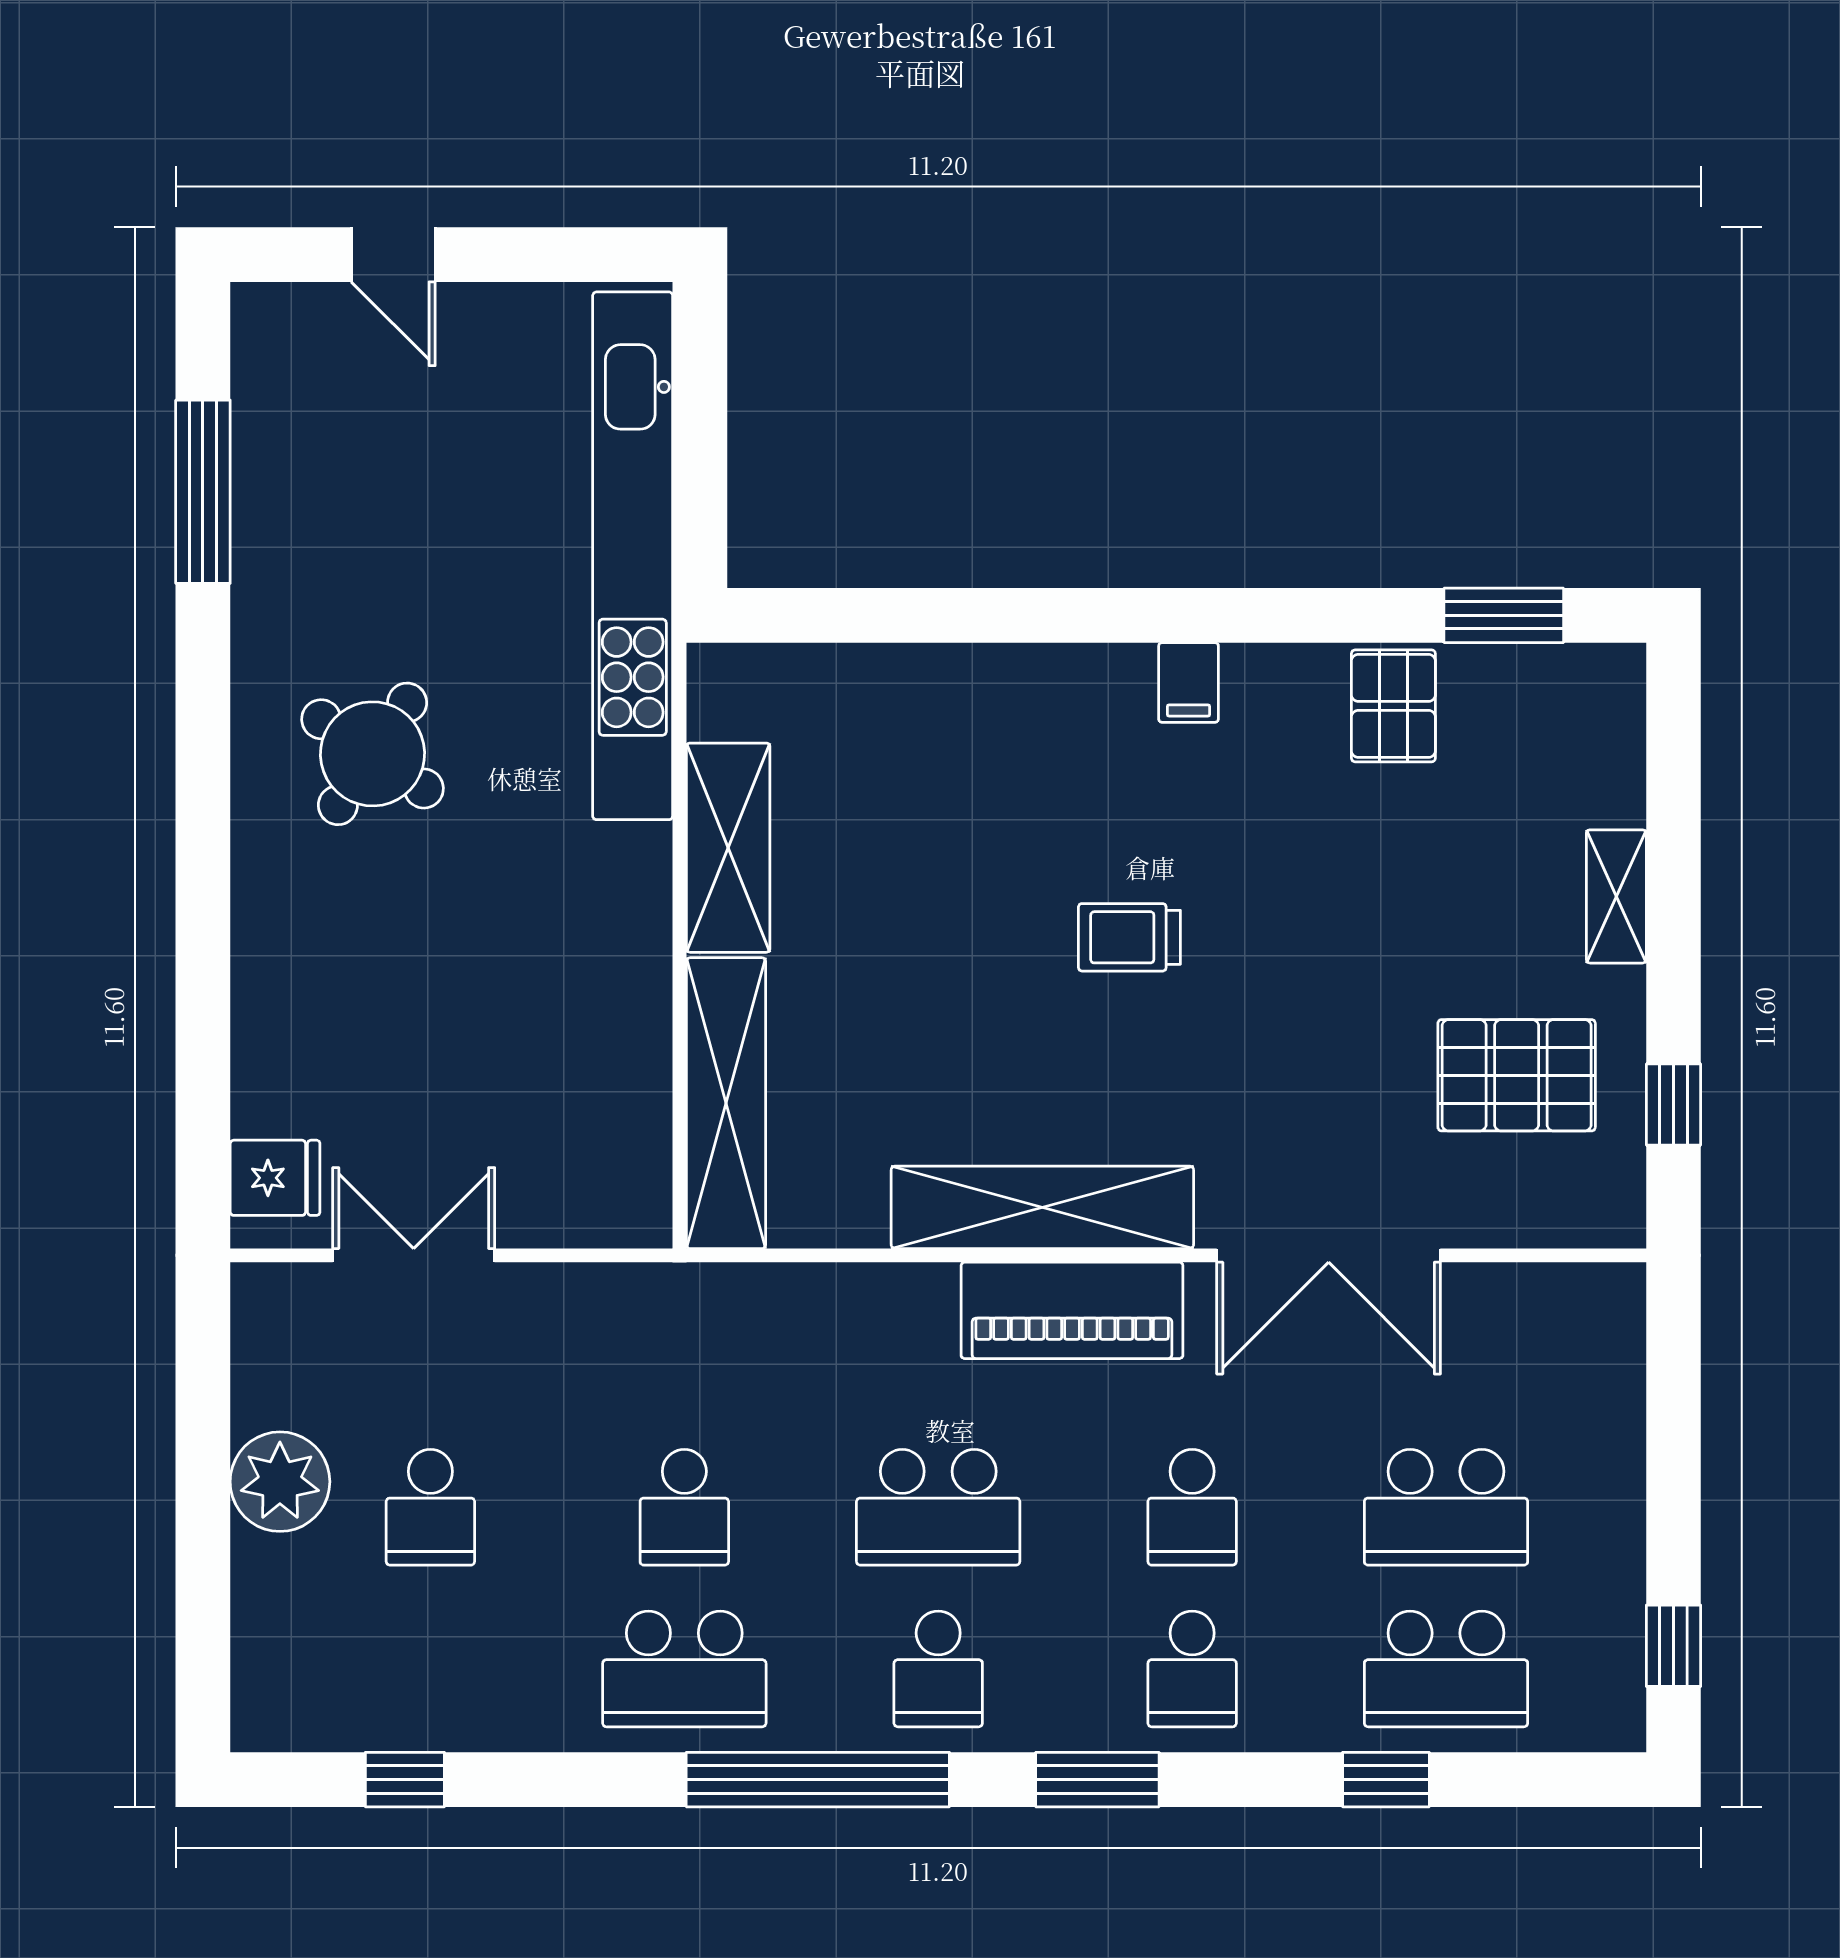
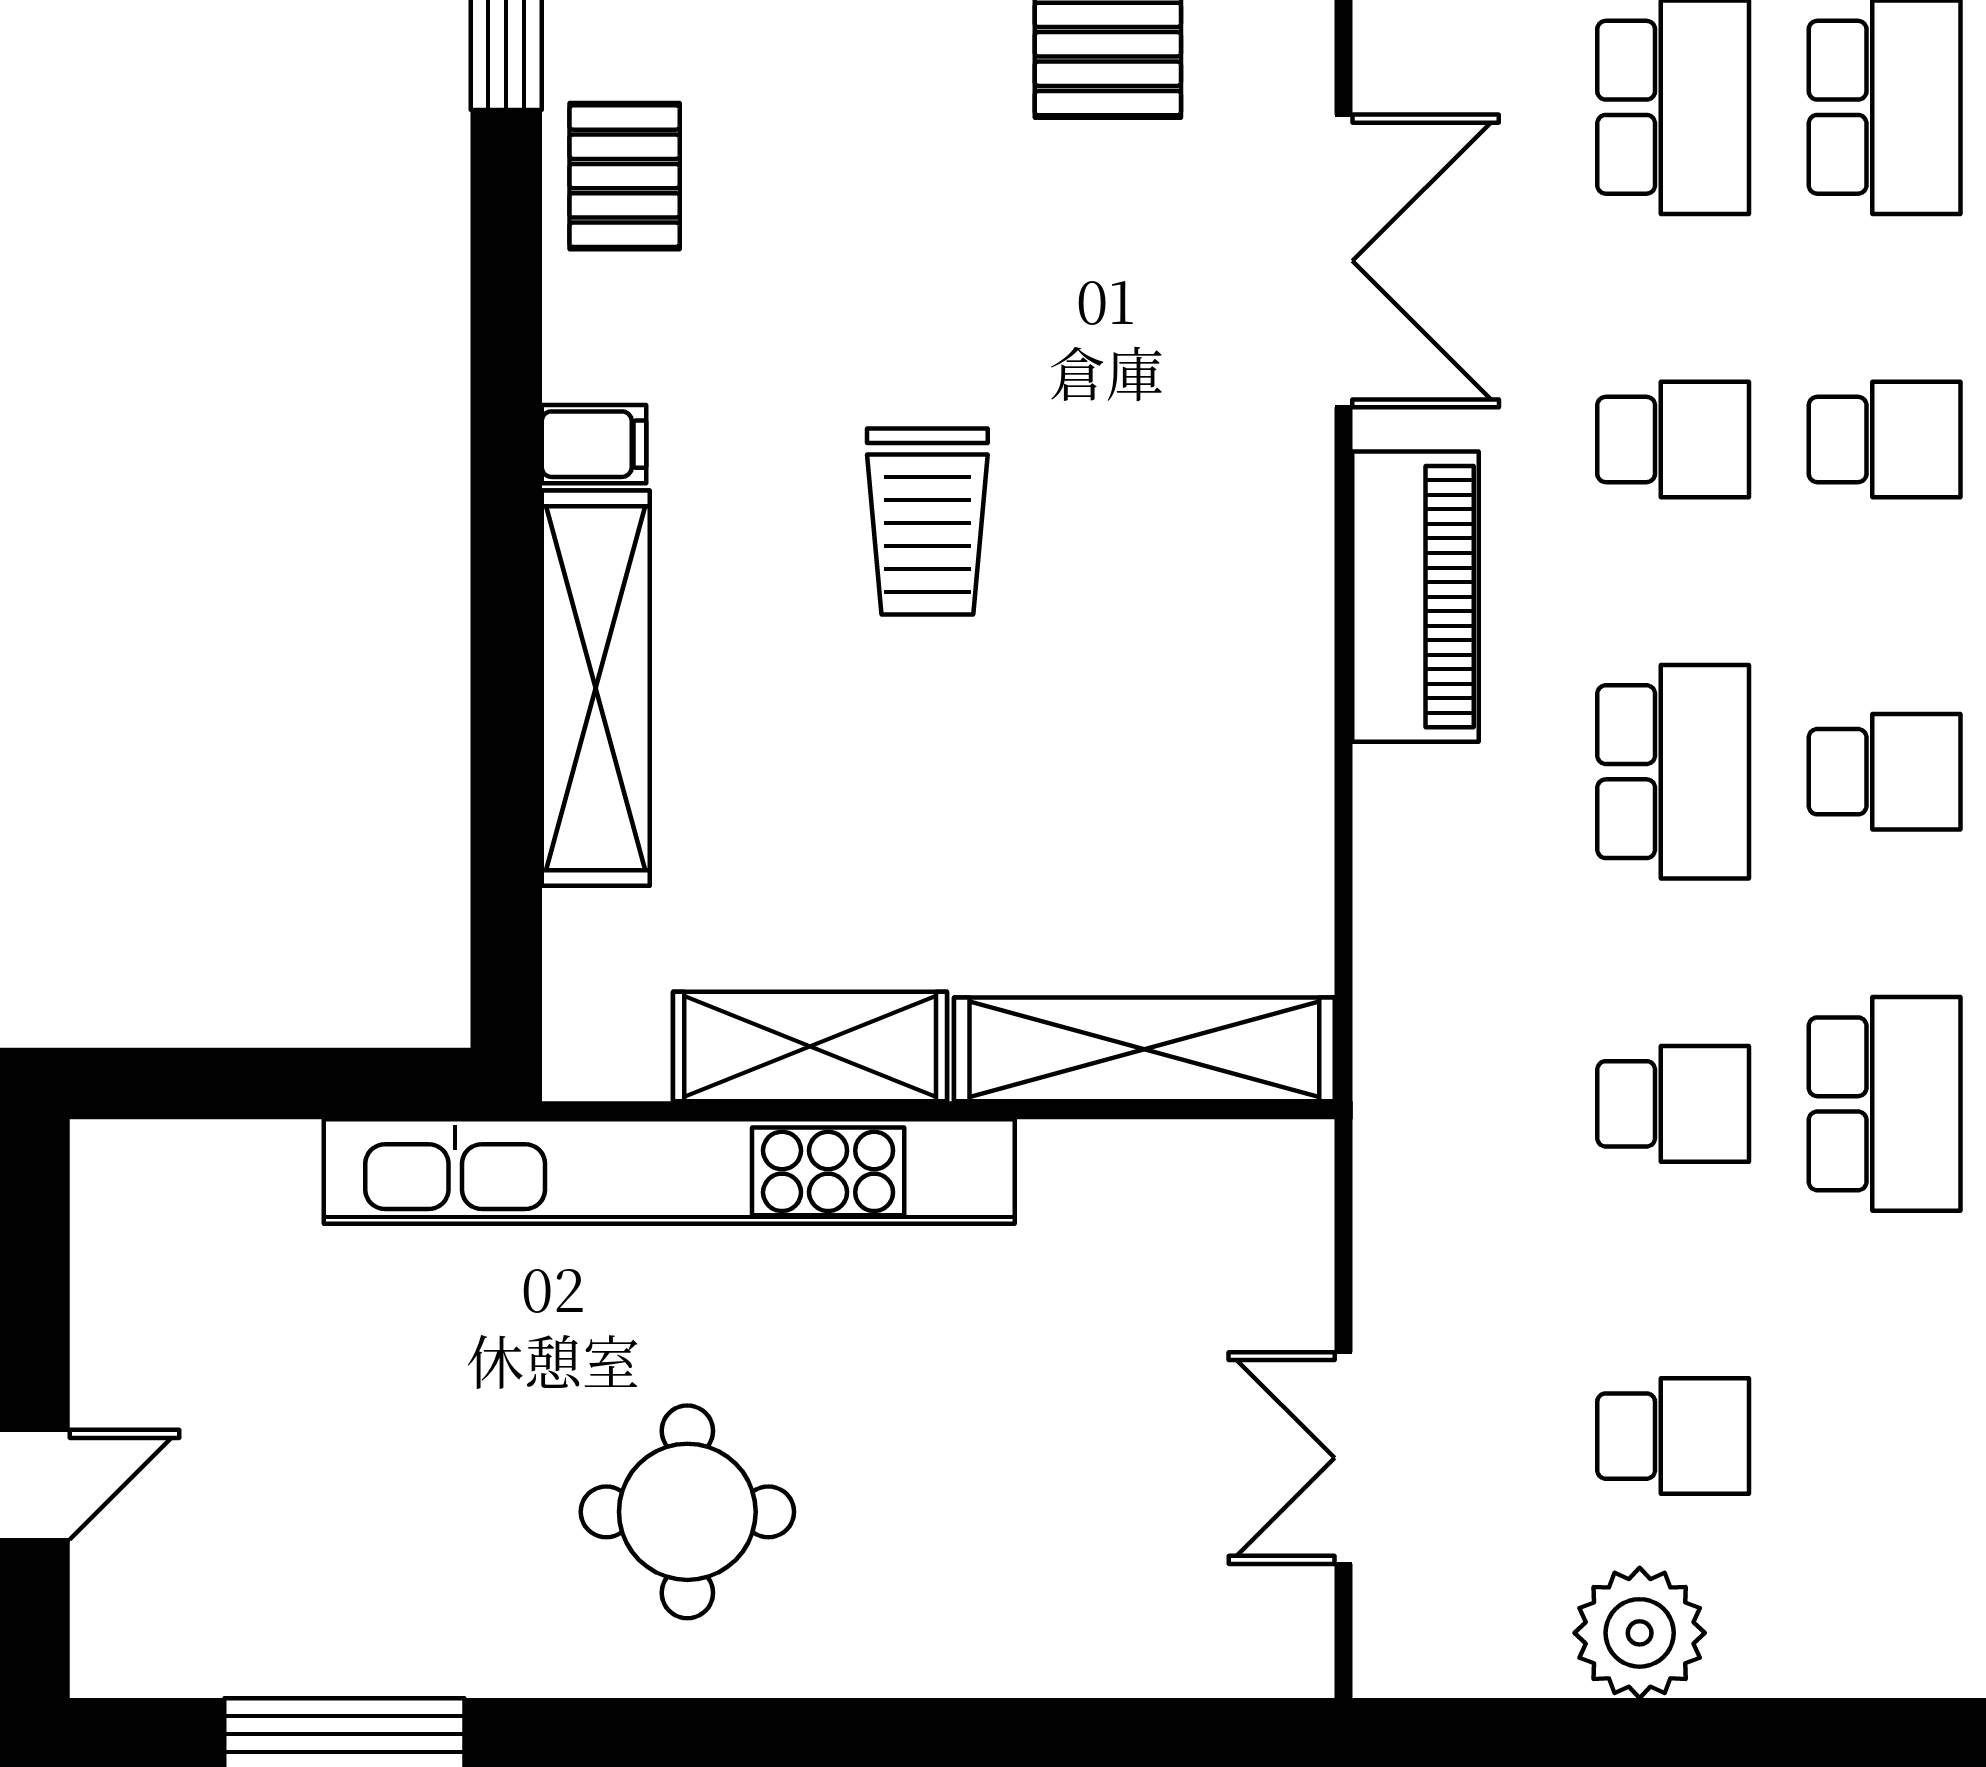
kitchen unit: (633, 556) -> (669, 1171), moved
pallet: (1393, 706) -> (625, 176), turned 90
round table: (372, 754) -> (687, 1512), turned -34
trolley: (1129, 937) -> (927, 521), width x1.36, depth x1.39
fridge: (275, 1178) -> (1242, 1639), removed
shelving: (1042, 1207) -> (596, 688), moved

